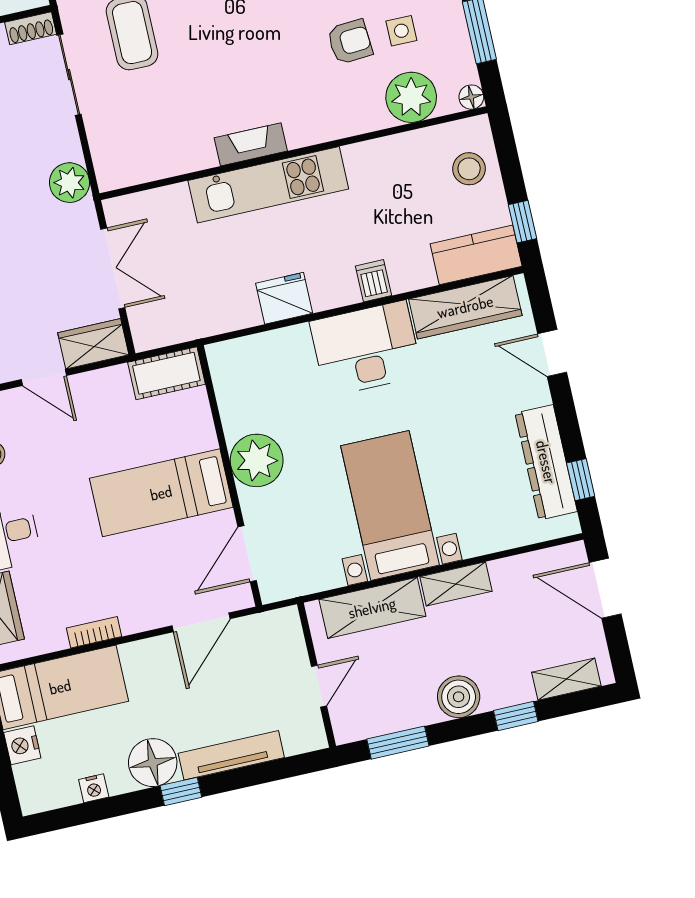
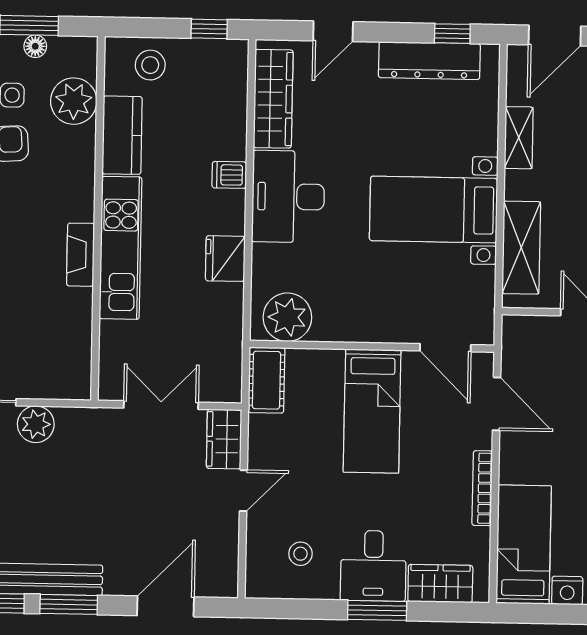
floor lamp: (471, 97) -> (35, 46), moved
plant: (69, 183) -> (36, 424), moved
kitchen counter: (476, 255) -> (122, 135), moved, turned 180
plant: (257, 460) -> (287, 317), moved
shelving: (456, 584) -> (519, 138), moved
bookcase: (94, 632) -> (482, 488), width x1.56

